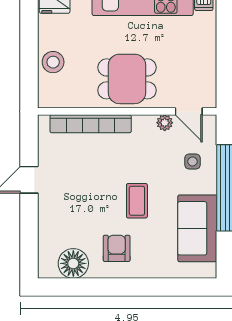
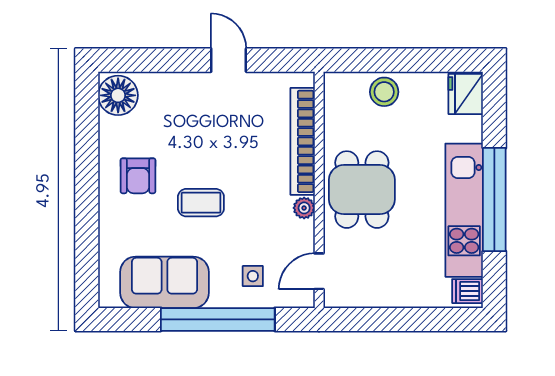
plant: (165, 123) -> (304, 208), moved
armchair: (117, 248) -> (138, 176), turned 90
floor lamp: (73, 263) -> (118, 95), moved

